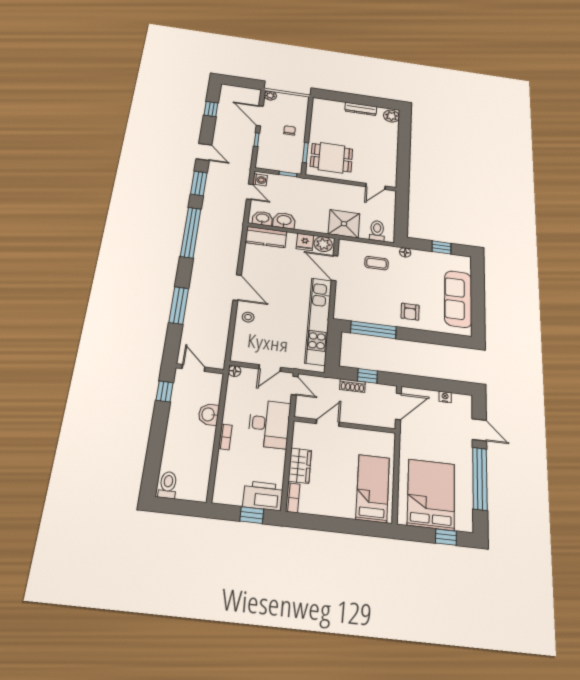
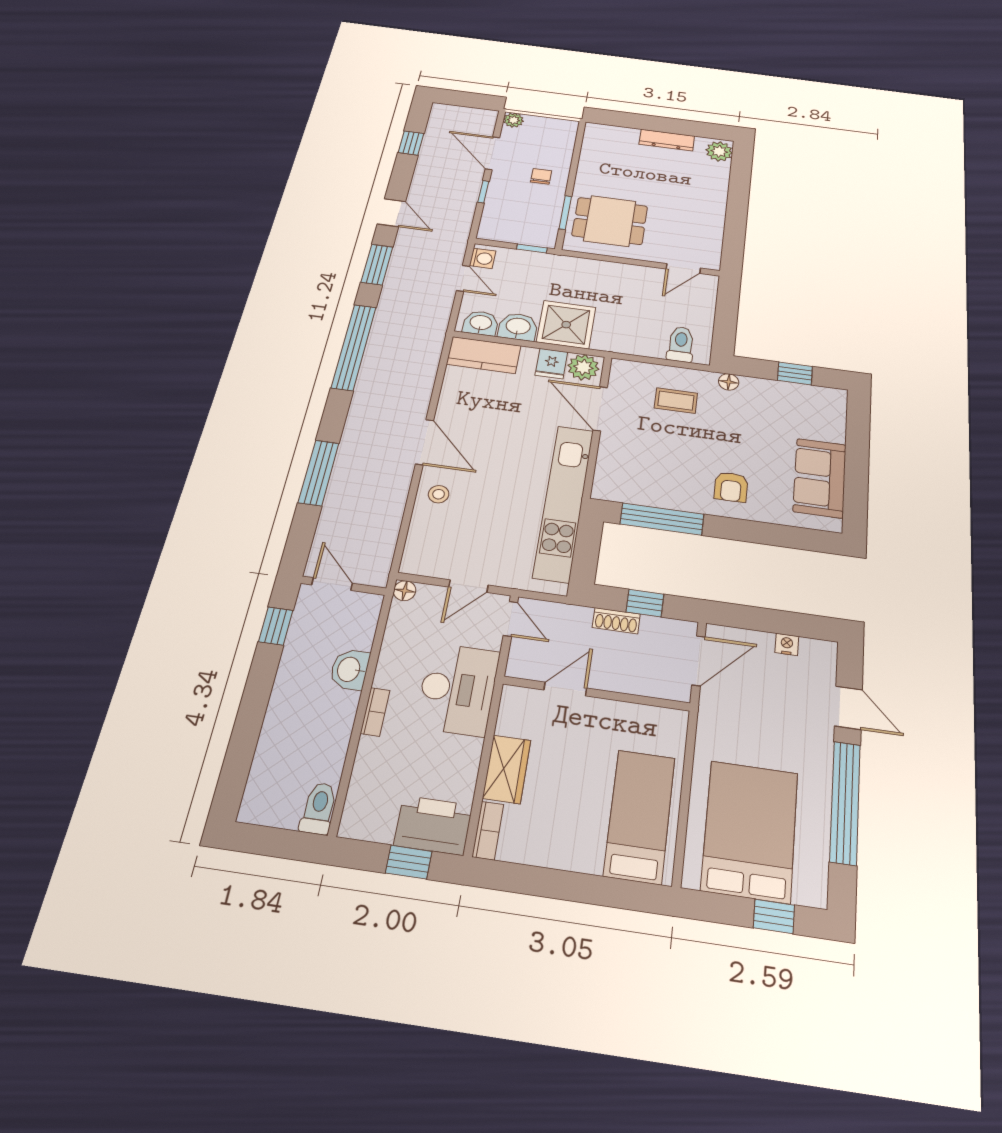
shower: (344, 224) -> (566, 325), moved
sofa: (458, 299) -> (820, 478), width x0.73
toilet: (168, 485) -> (319, 808), moved

